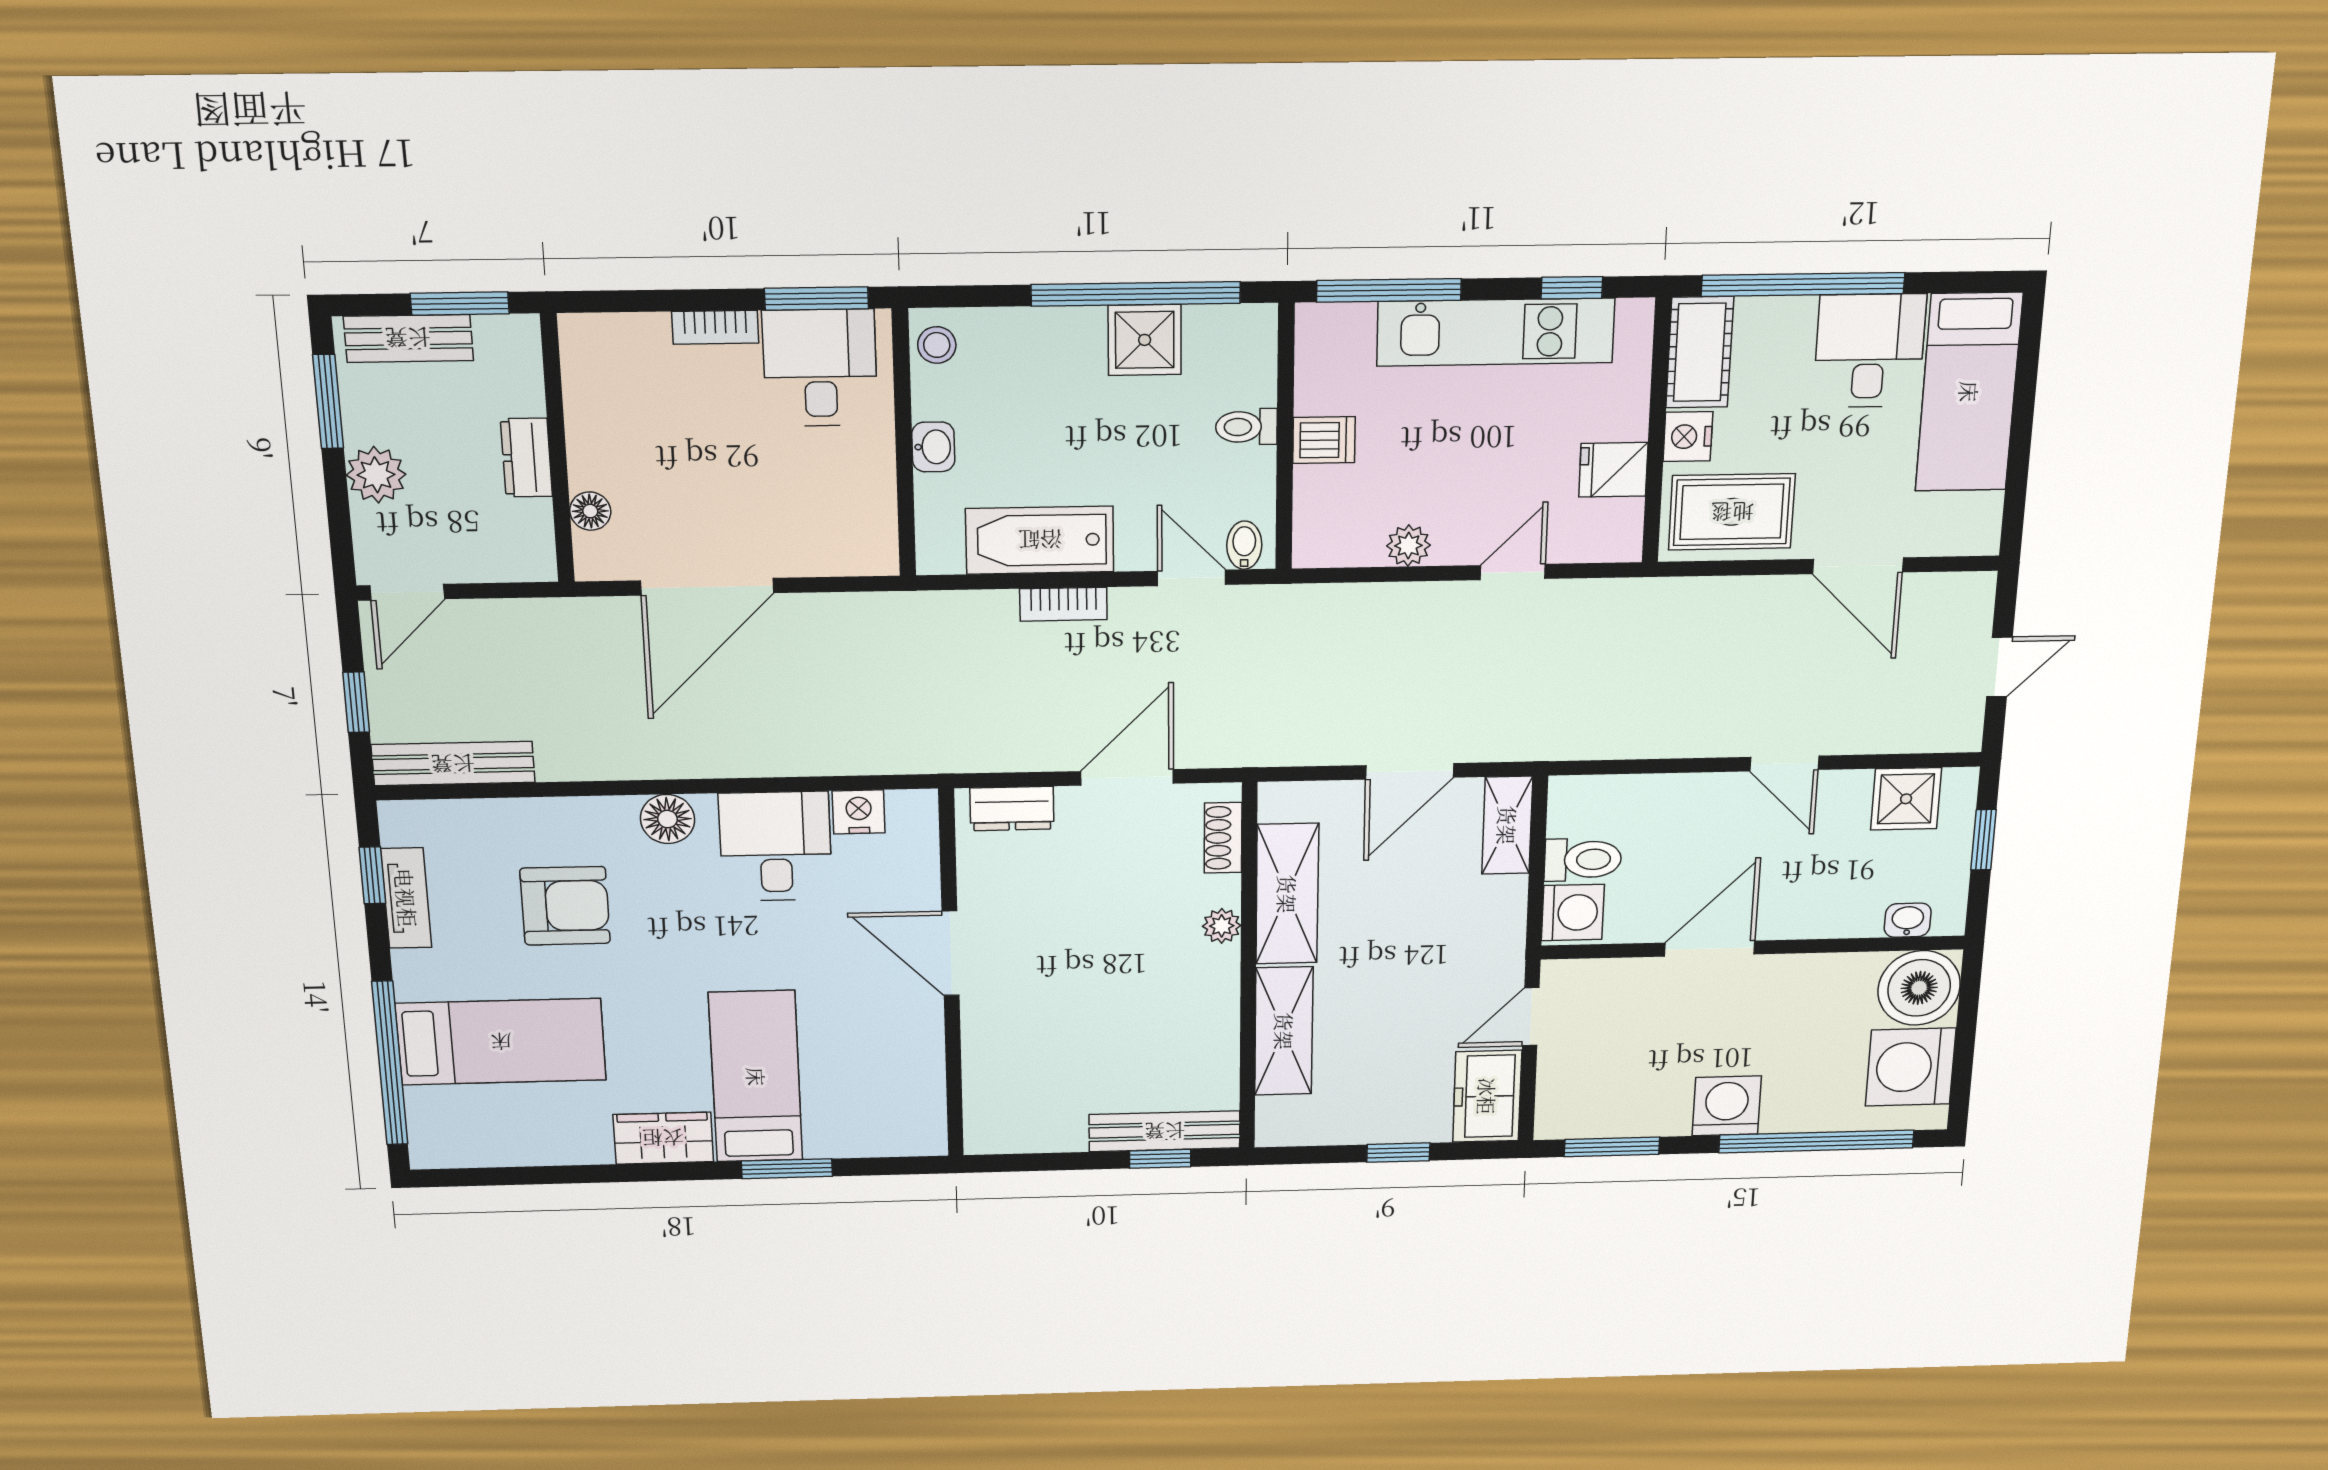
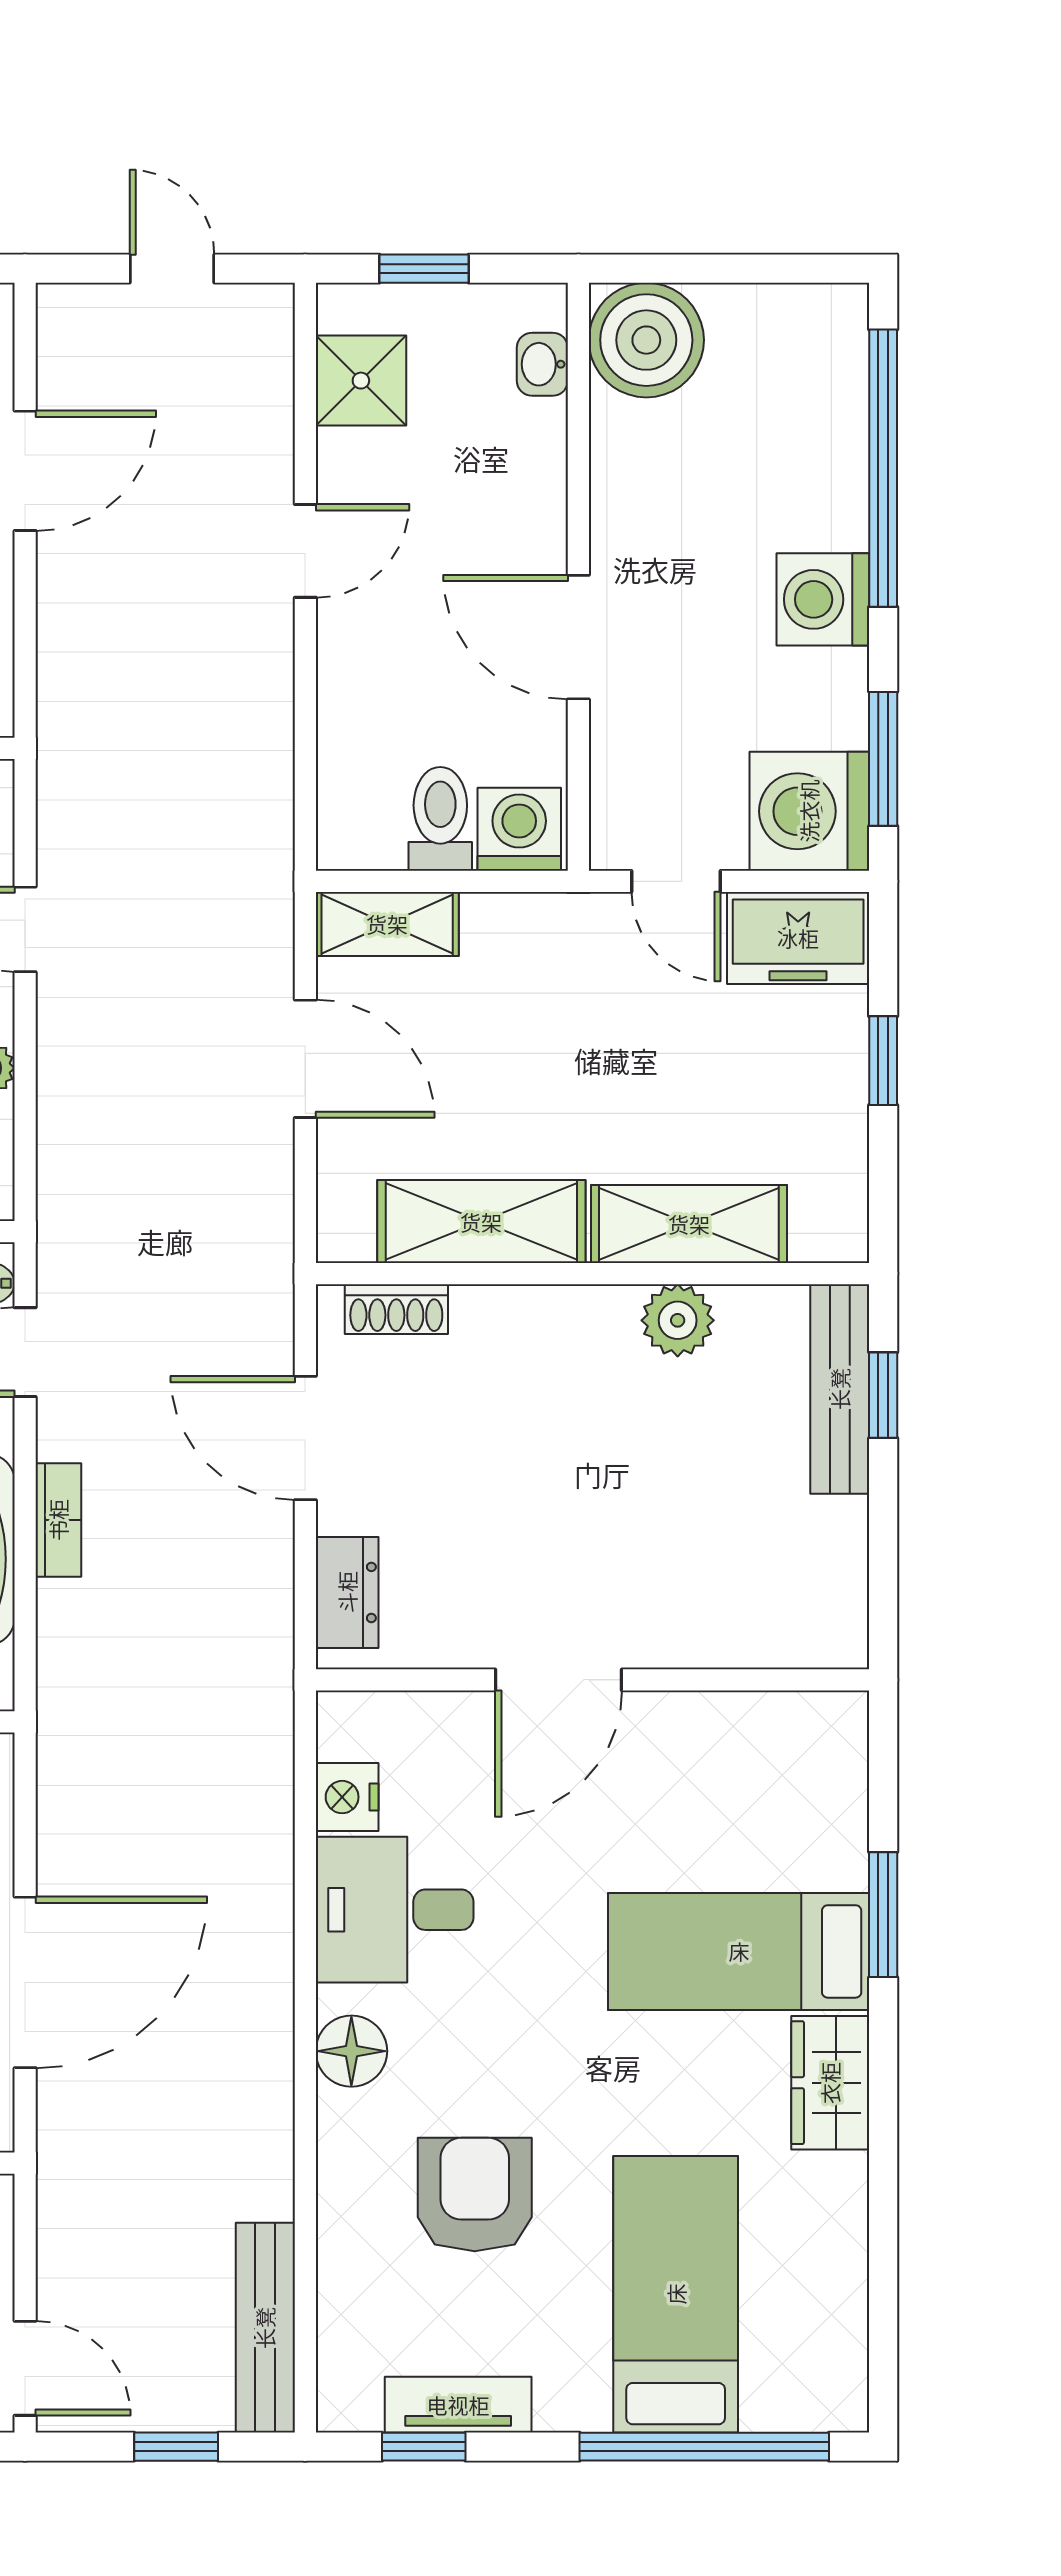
door: (707, 587) -> (25, 1982), hinge flipped
plant: (1222, 926) -> (678, 1320), moved, width x1.38, depth x1.38
washing machine: (1911, 1067) -> (809, 811), moved, turned 90

